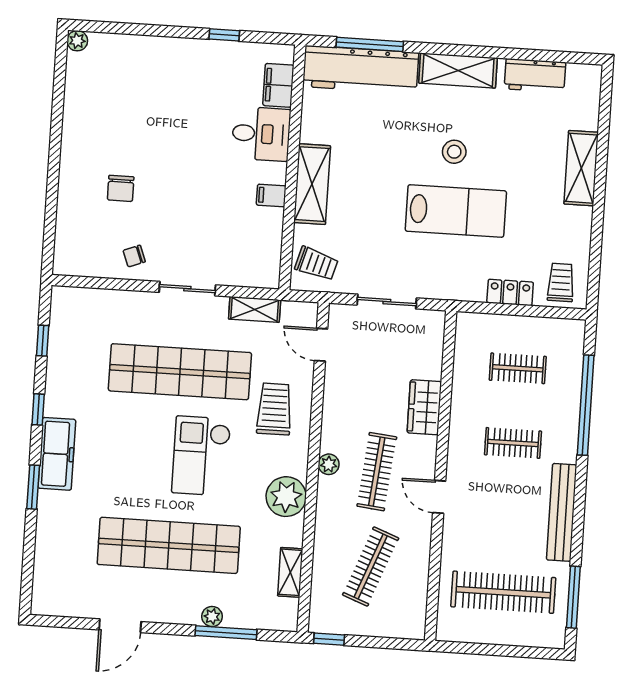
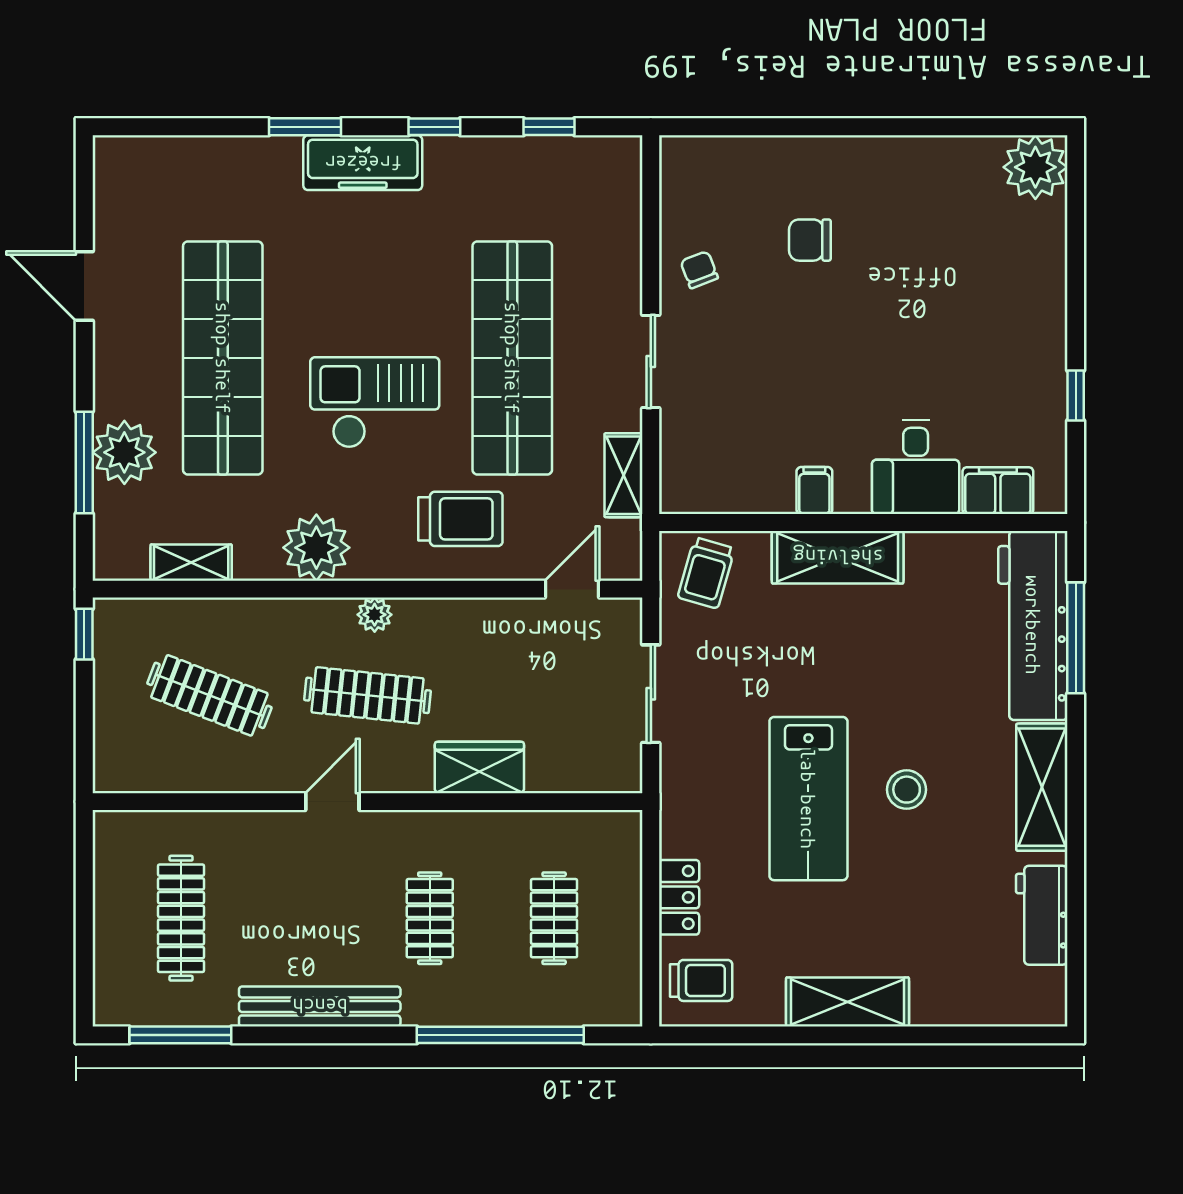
plant: (77, 41) -> (1035, 167), width x1.88, depth x1.88
shelving: (581, 168) -> (847, 1002), moved
clothes rail: (503, 592) -> (181, 918), width x0.73, depth x0.76
plant: (212, 616) -> (124, 452), width x1.88, depth x1.88

